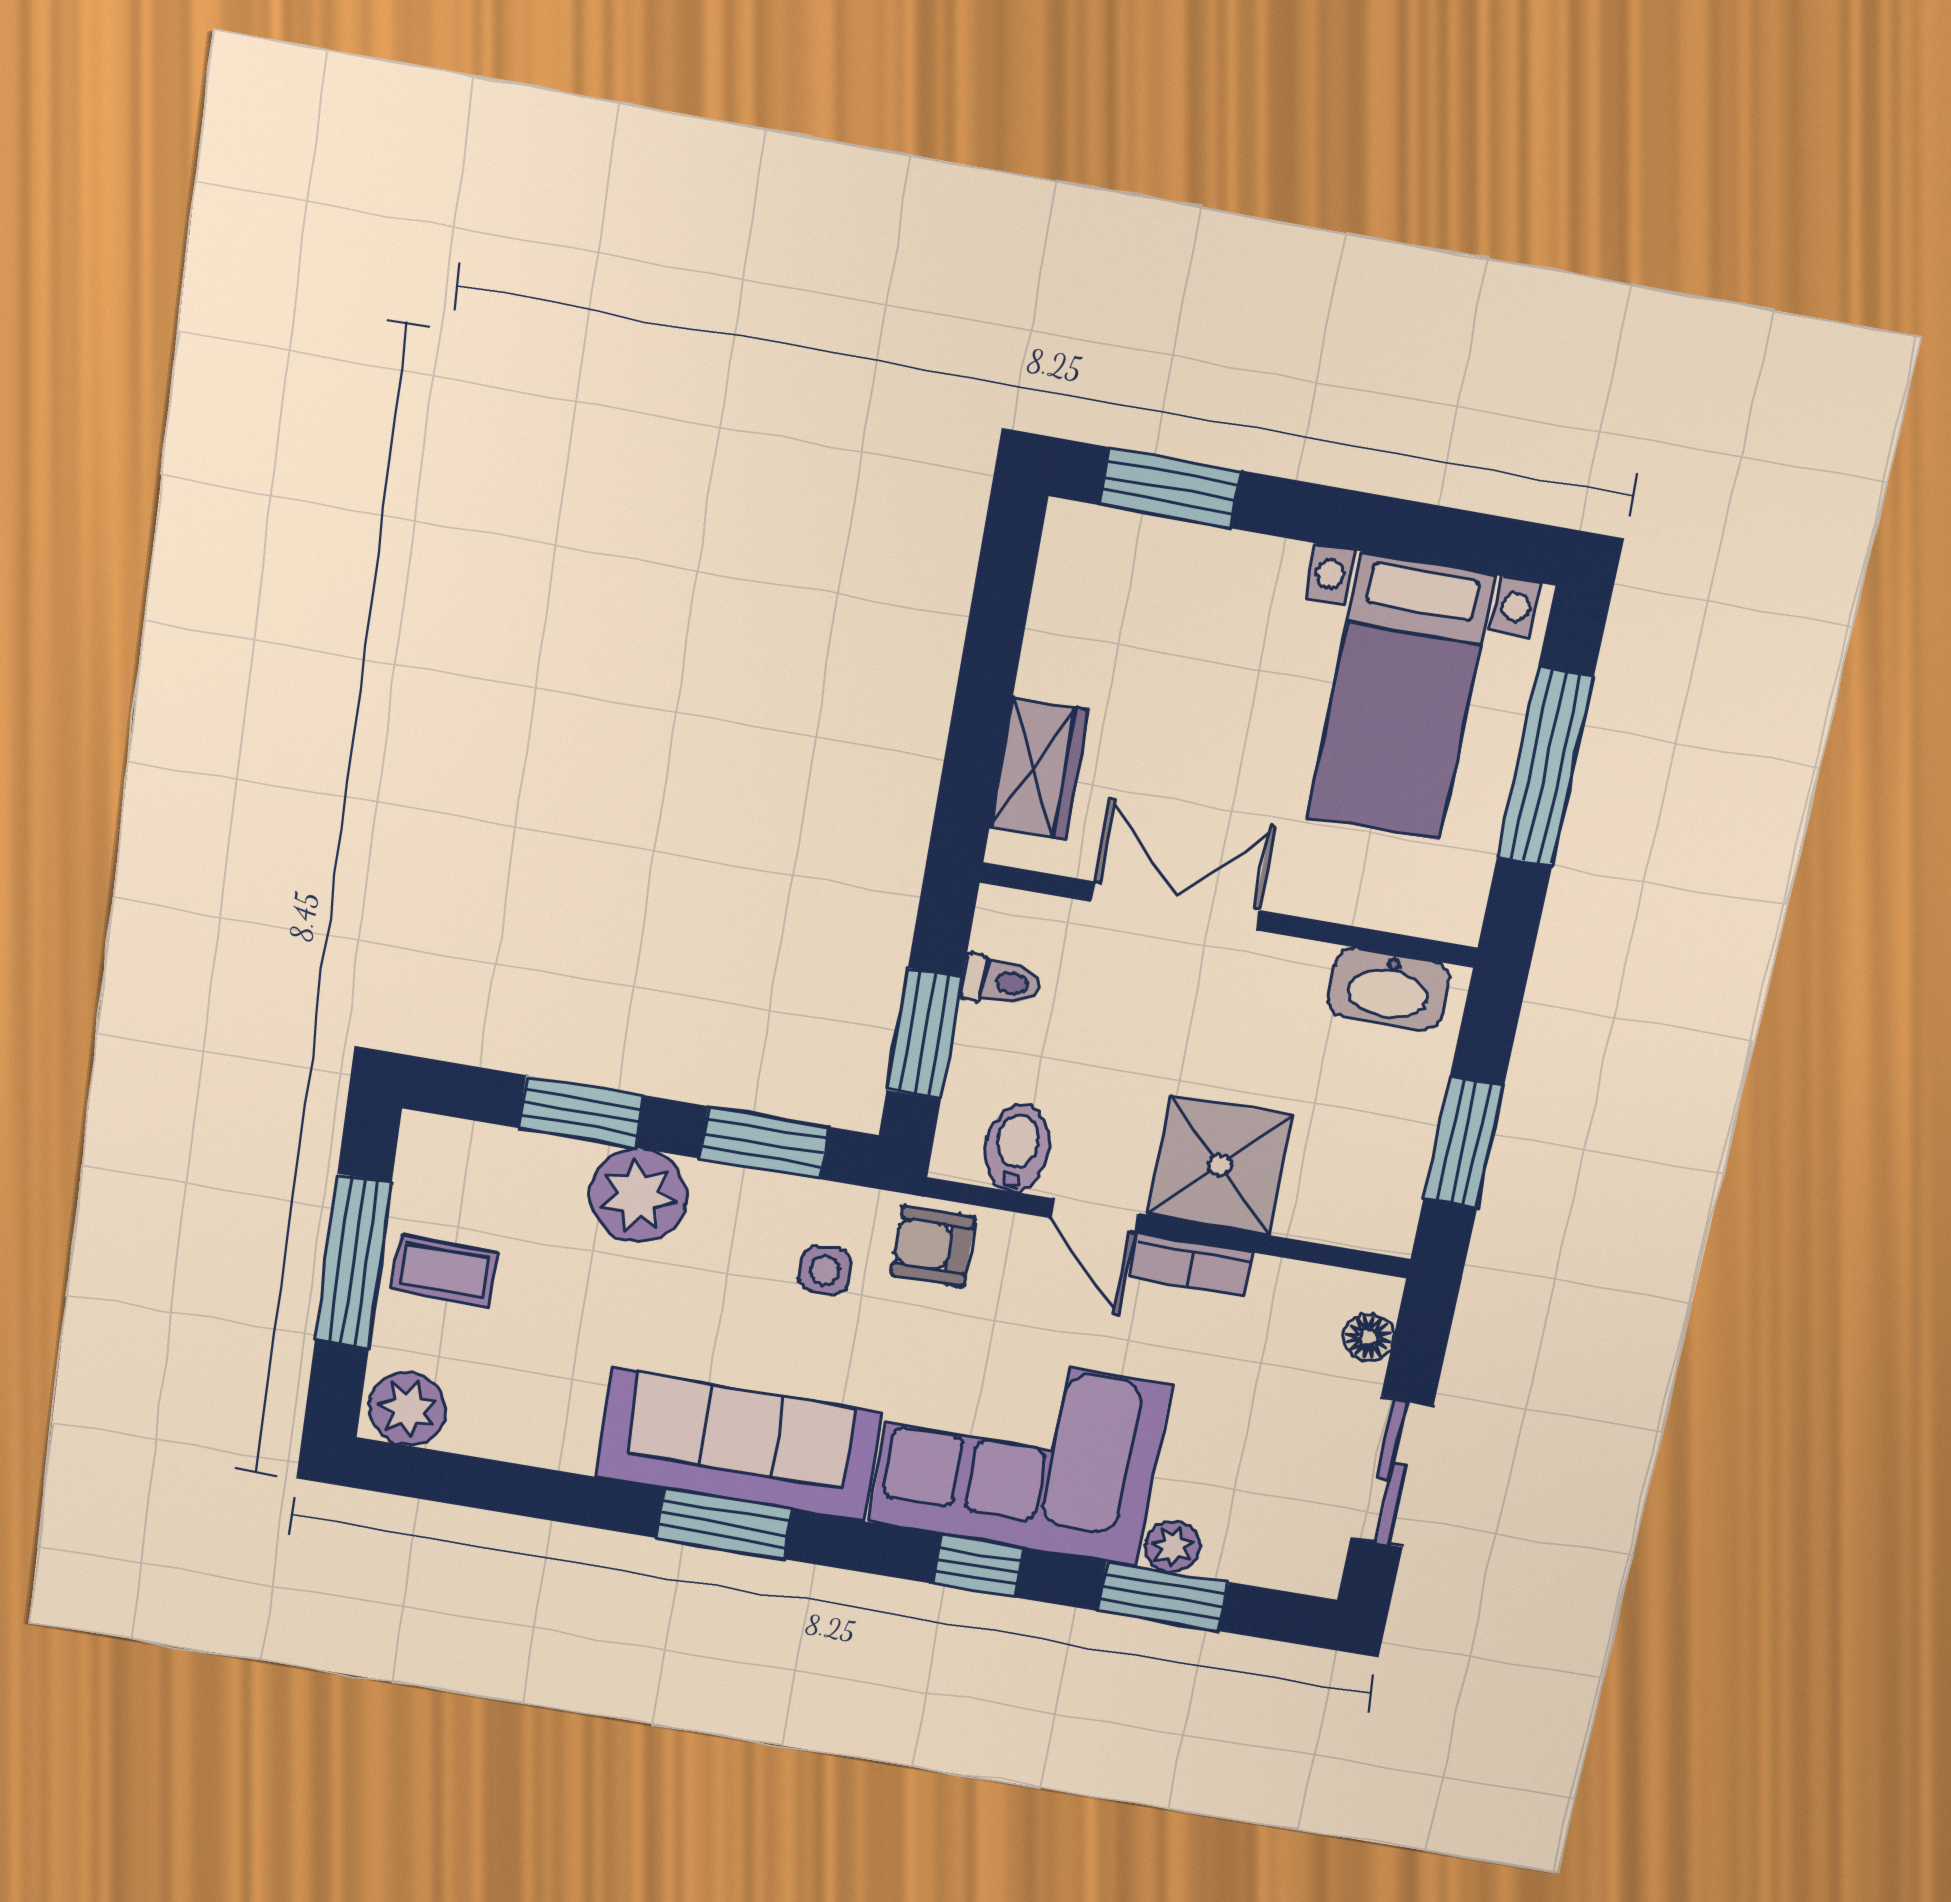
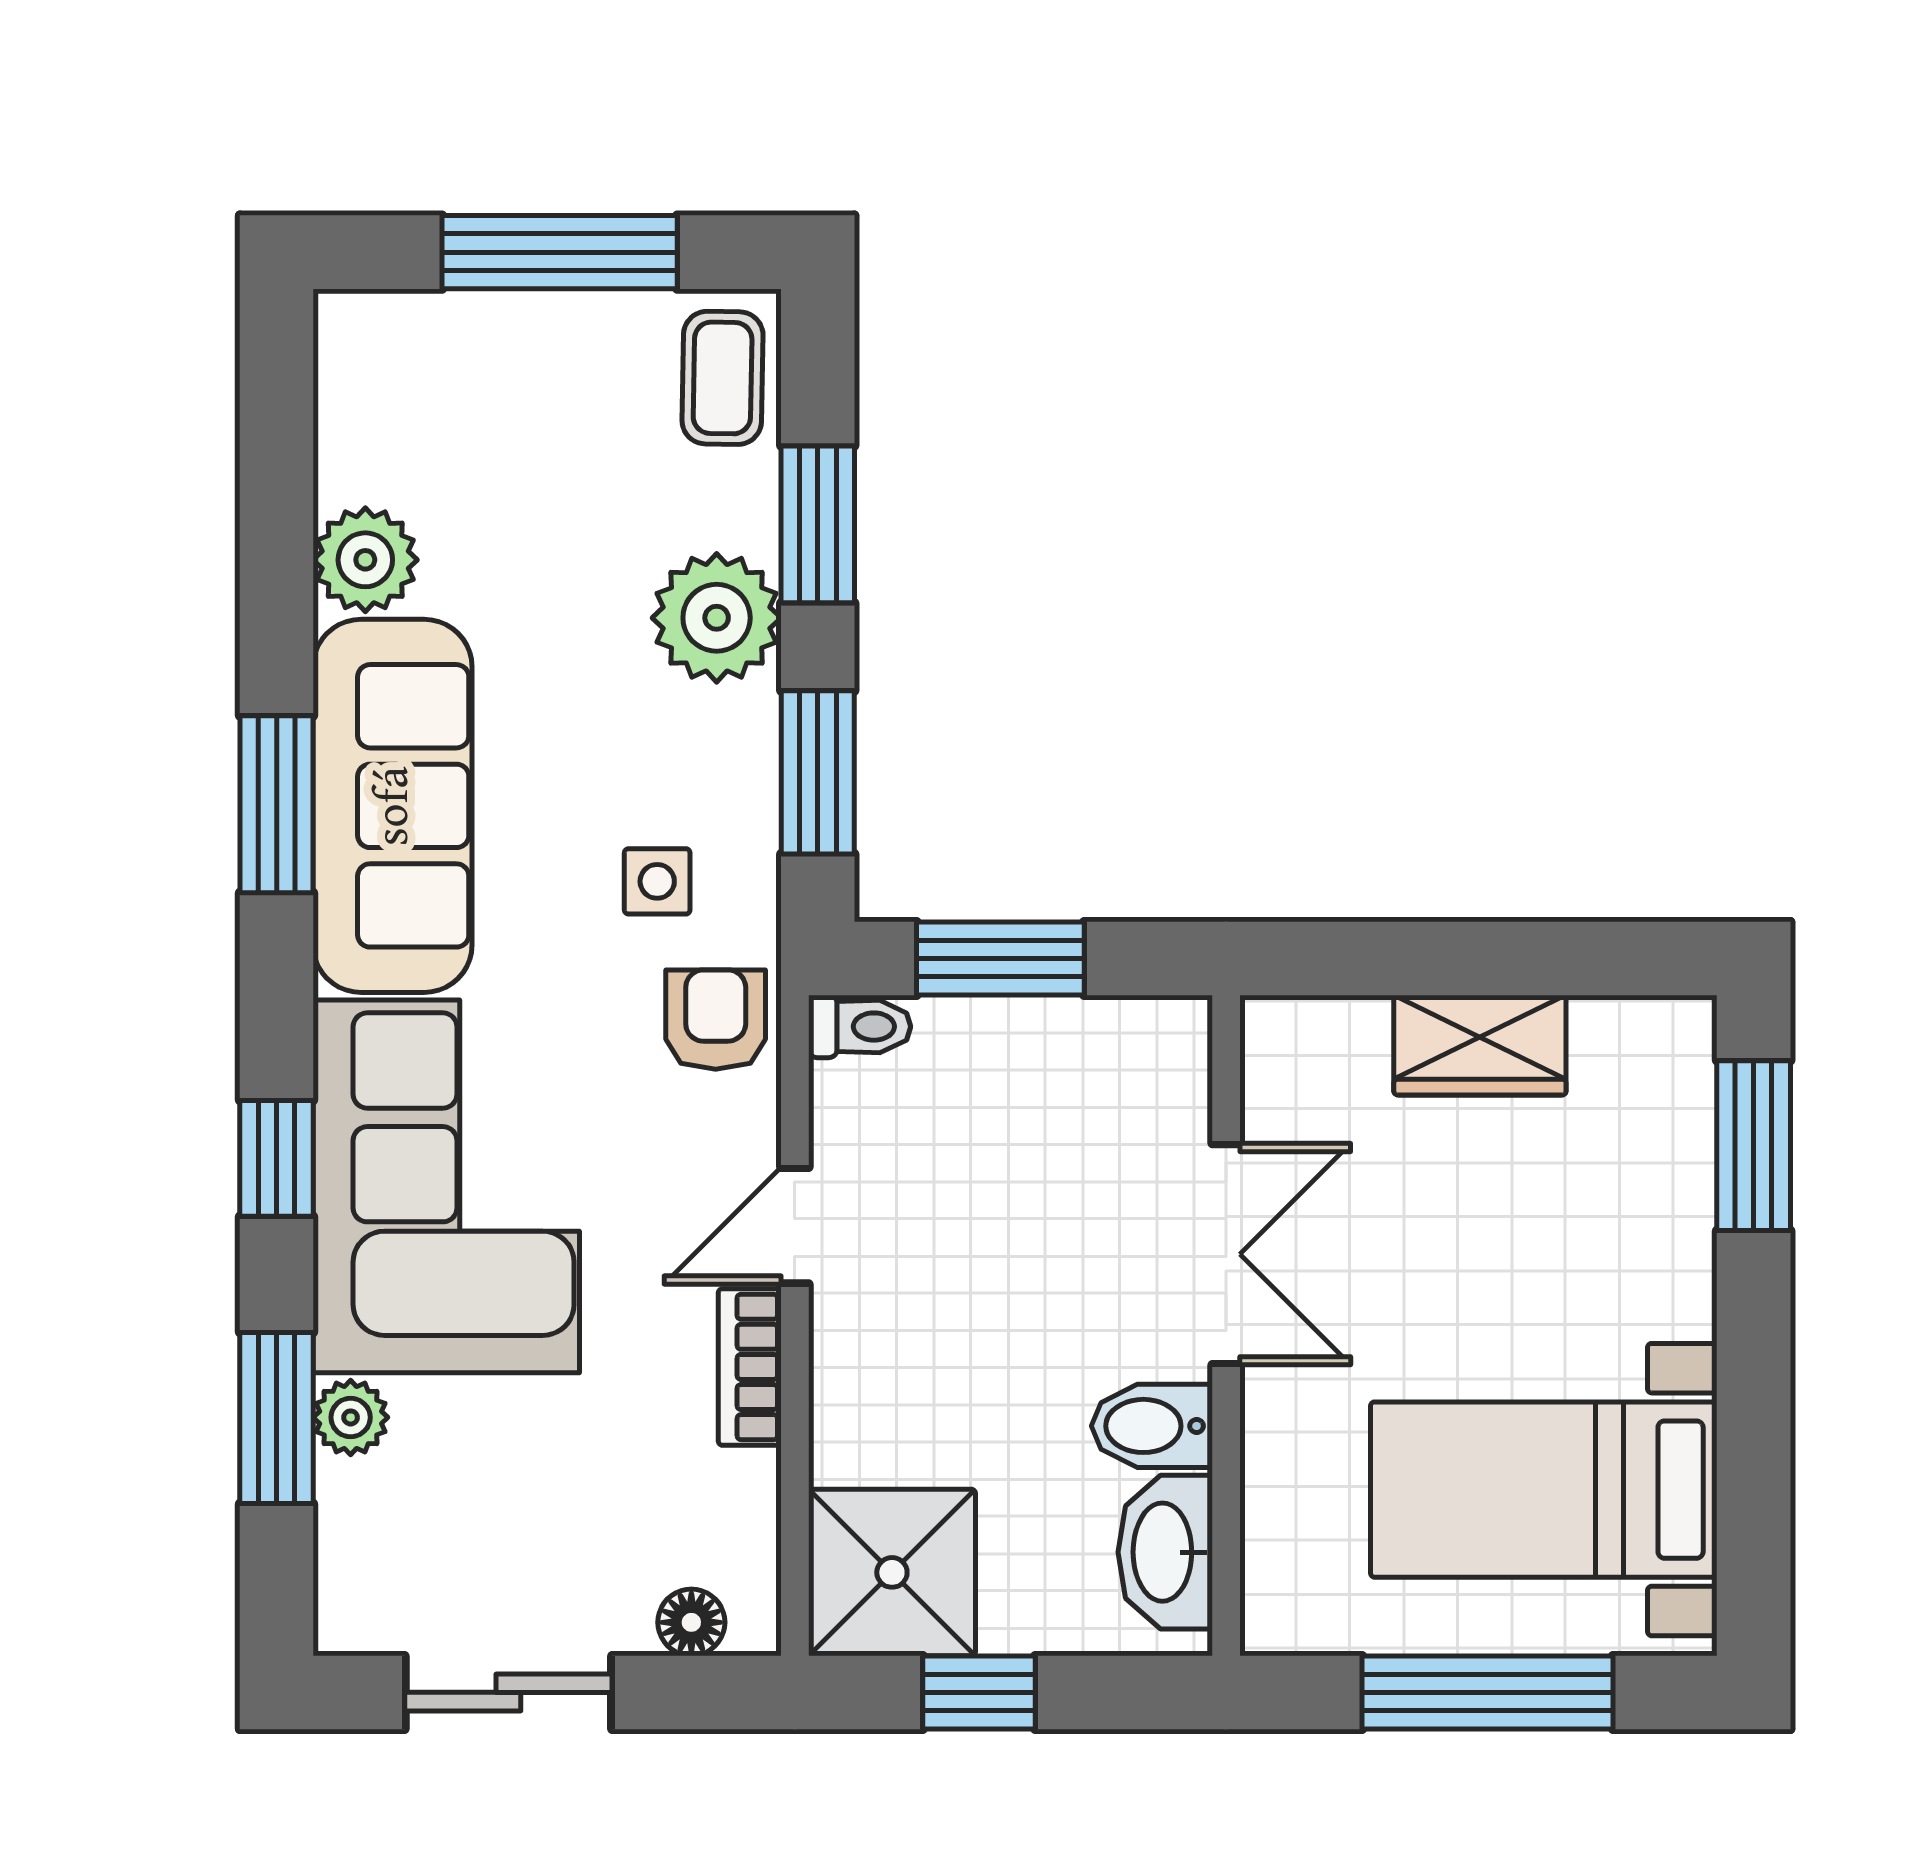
wardrobe: (1039, 769) -> (1480, 1045), moved
toilet: (1001, 981) -> (860, 1027), moved, turned -90
window: (1464, 1142) -> (979, 1692), width x0.67
bidet: (1017, 1148) -> (1152, 1426), moved, turned 180
shower: (1220, 1165) -> (892, 1572), moved
coffee table: (445, 1271) -> (723, 378), moved
plant: (408, 1409) -> (365, 560), moved

